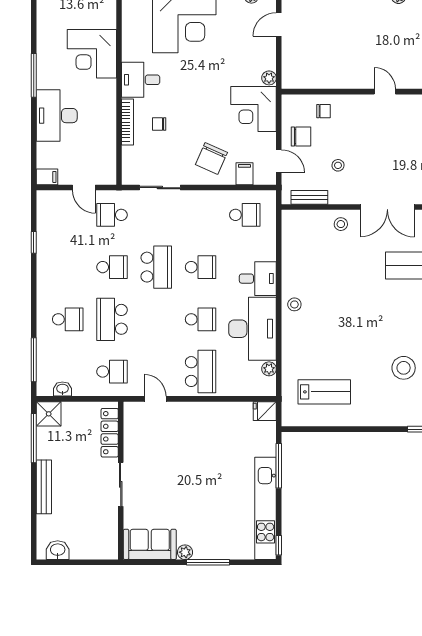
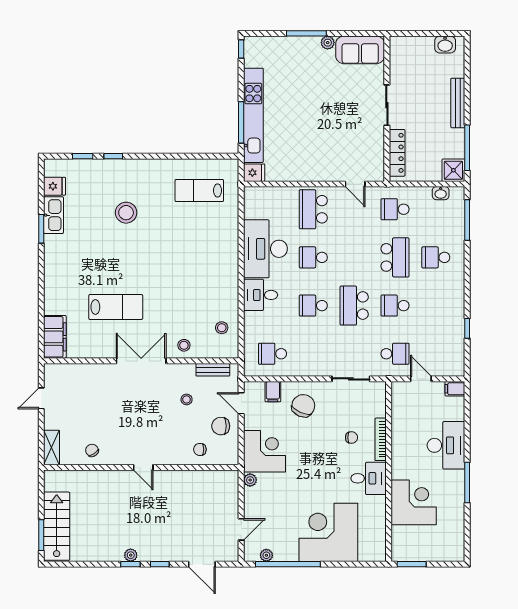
stool: (294, 304) -> (222, 328), moved
plant: (269, 369) -> (250, 212), removed
kitchen unit: (266, 508) -> (253, 115), moved

